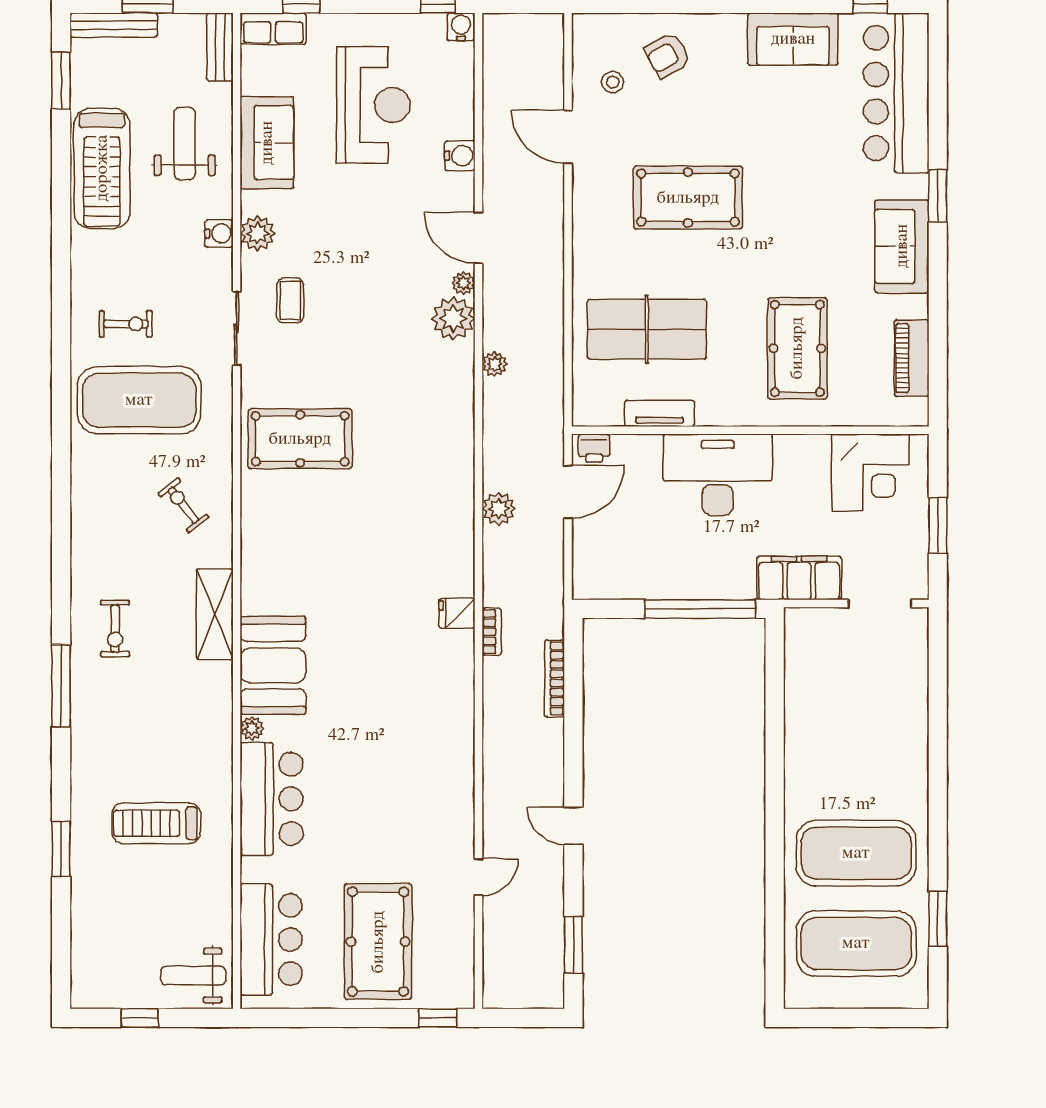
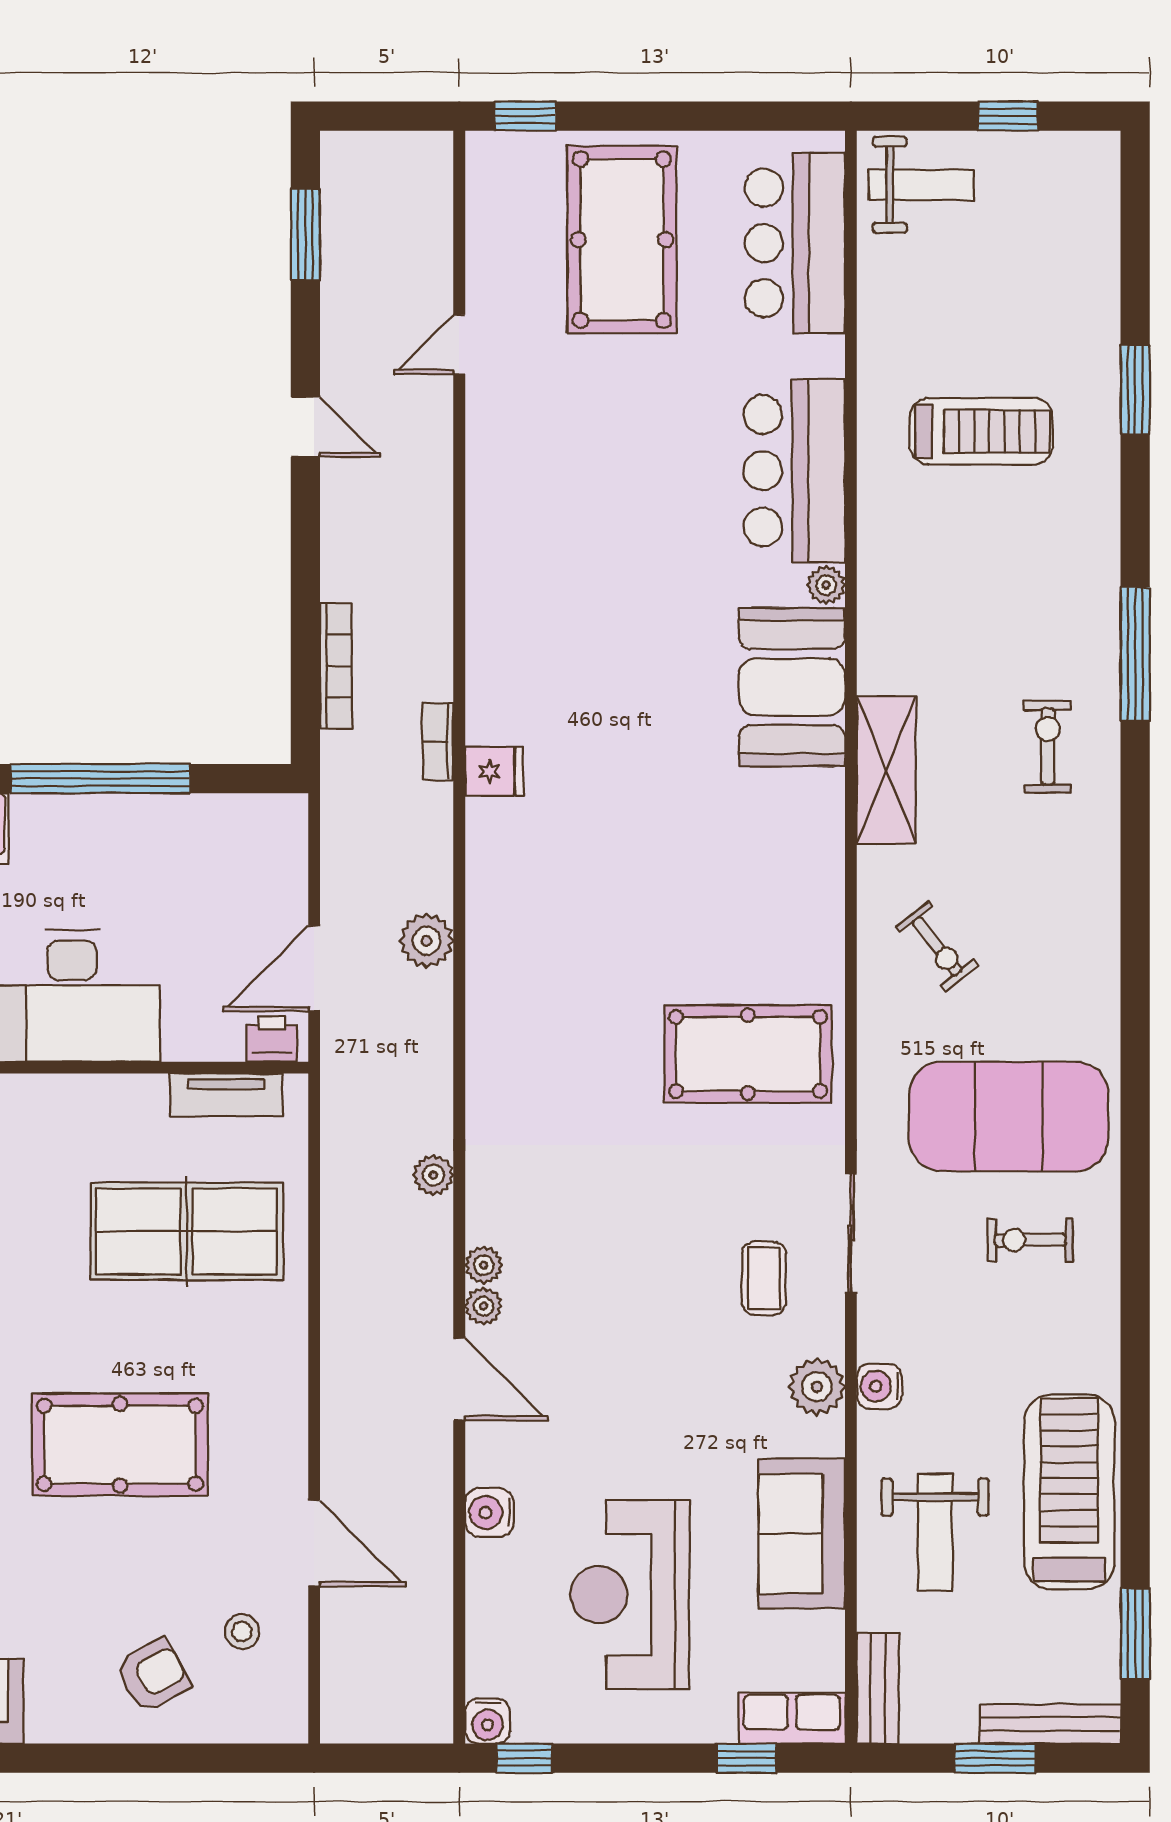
plant: (453, 318) -> (484, 1265), width x0.53, depth x0.53
tv unit: (660, 413) -> (226, 1095), moved

